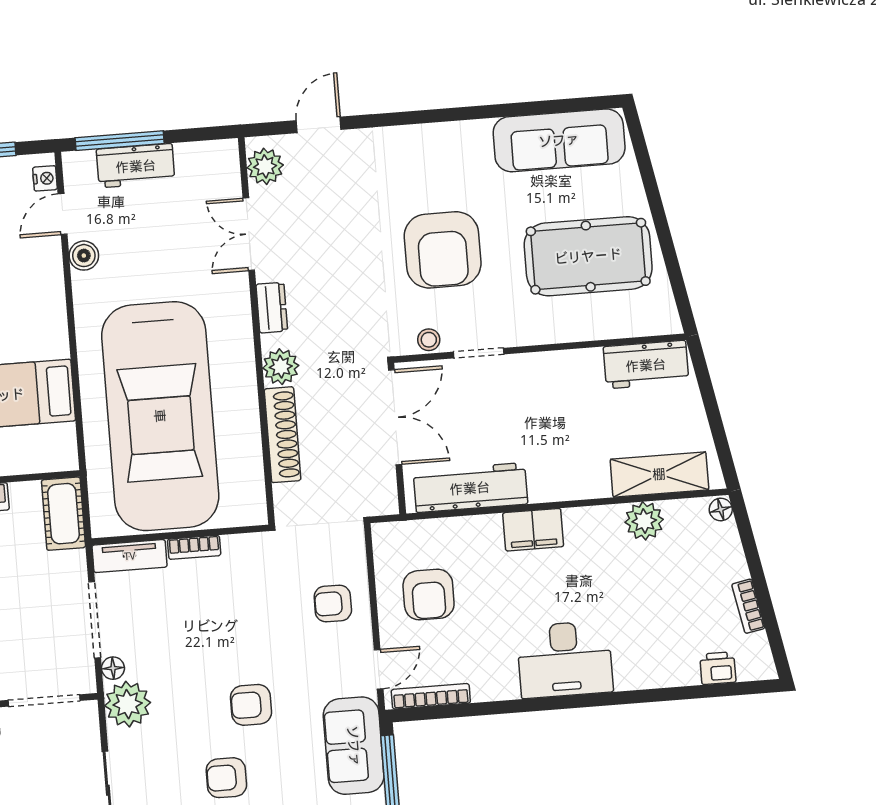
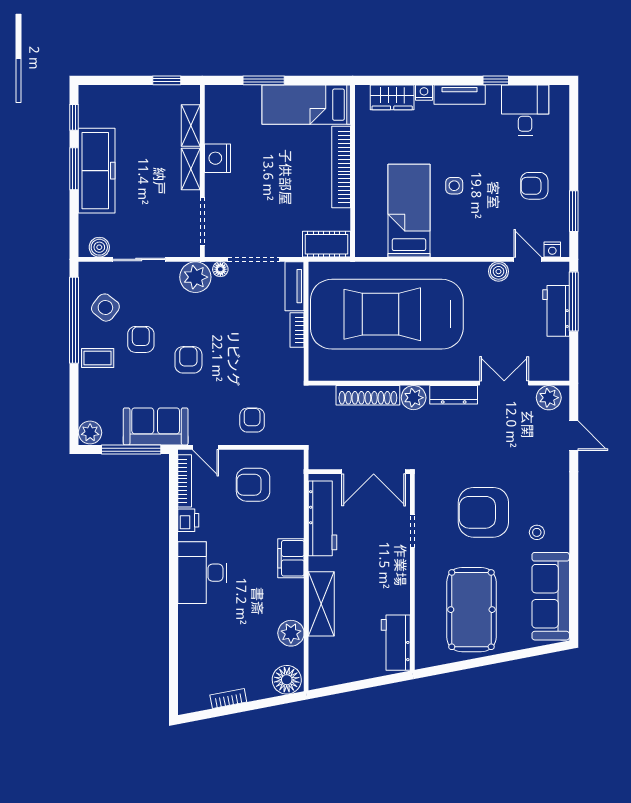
dresser: (272, 308) -> (454, 395), width x1.44
stool: (429, 340) -> (537, 532), moved
shelving: (659, 474) -> (321, 604), moved
floor lamp: (721, 509) -> (287, 680), width x1.89, depth x1.89
printer: (718, 668) -> (188, 520), moved

